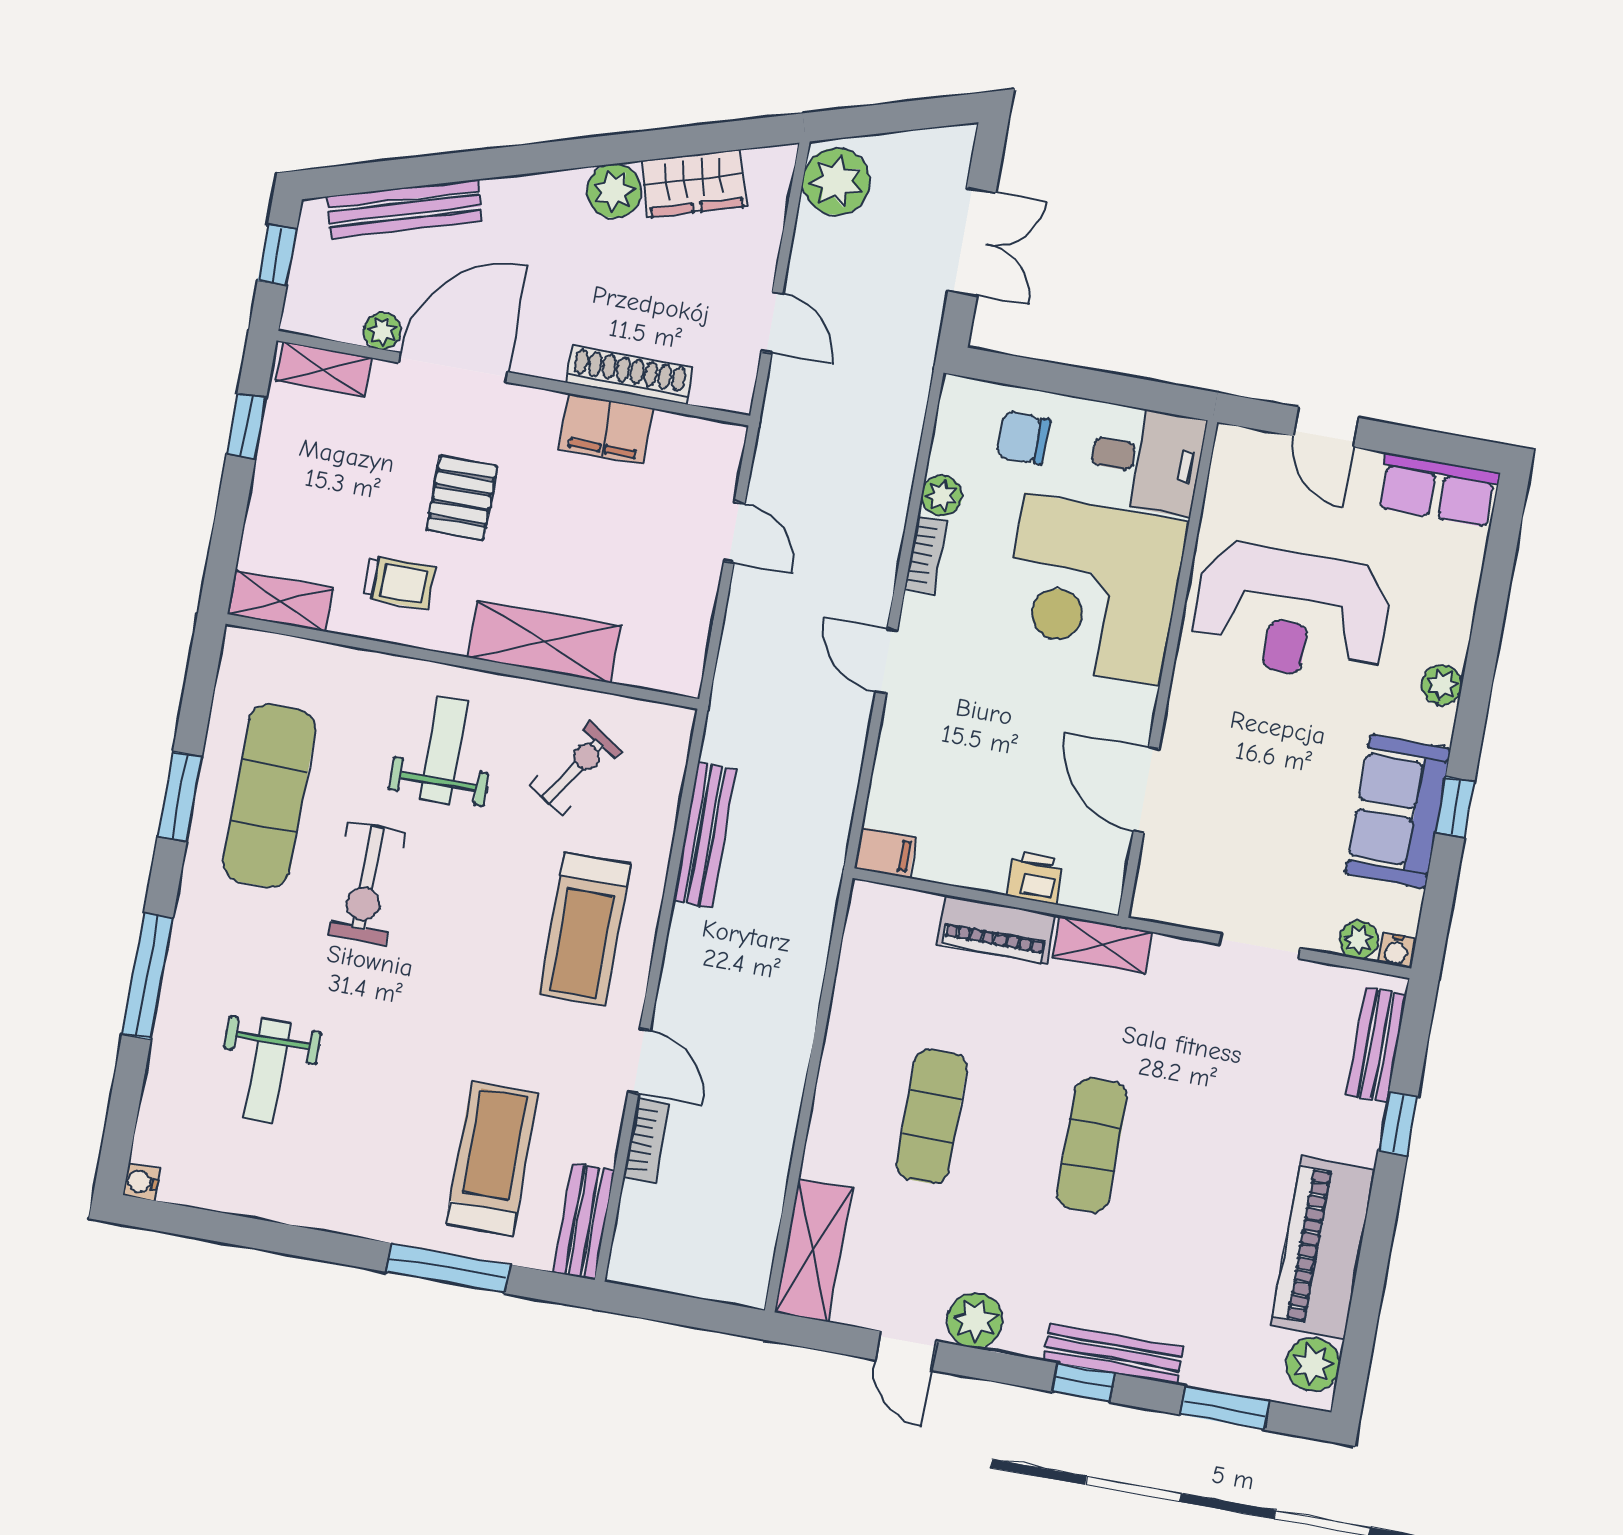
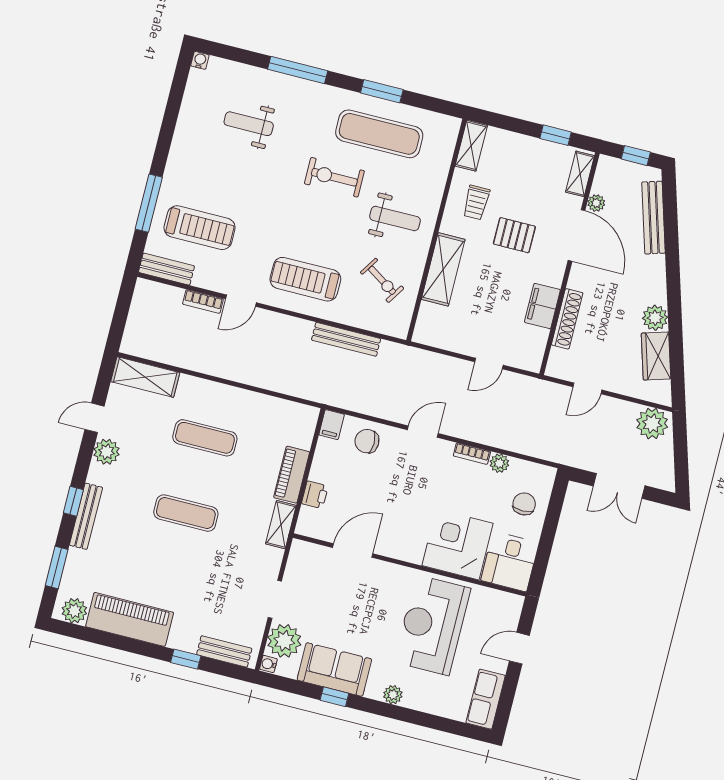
corner desk: (1092, 590) -> (457, 544), width x0.74, depth x0.74
chair: (915, 776) -> (367, 441), added
plant: (1359, 940) -> (284, 641), width x1.88, depth x1.88

